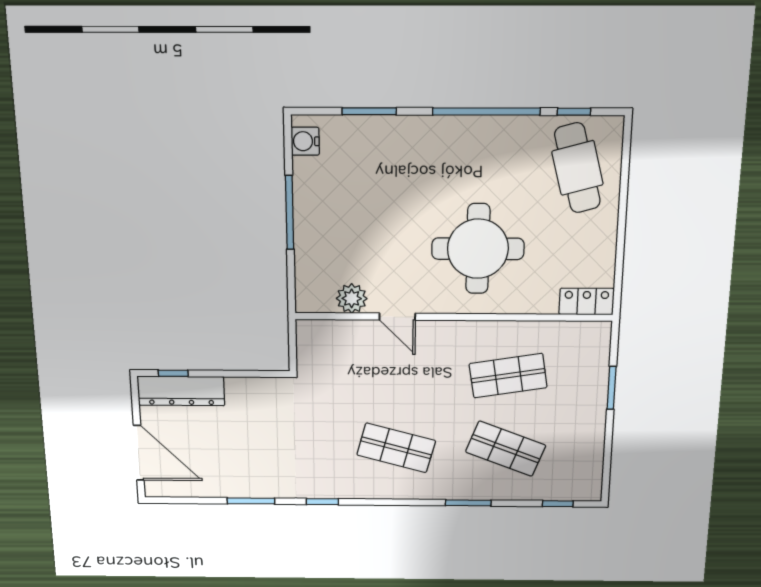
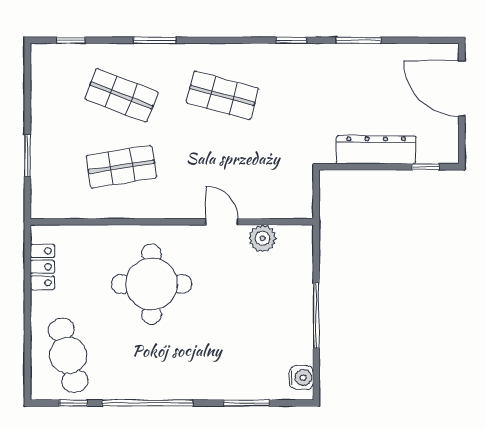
locker: (587, 302) -> (42, 267), moved, turned -90
dresser: (181, 391) -> (376, 150), moved

